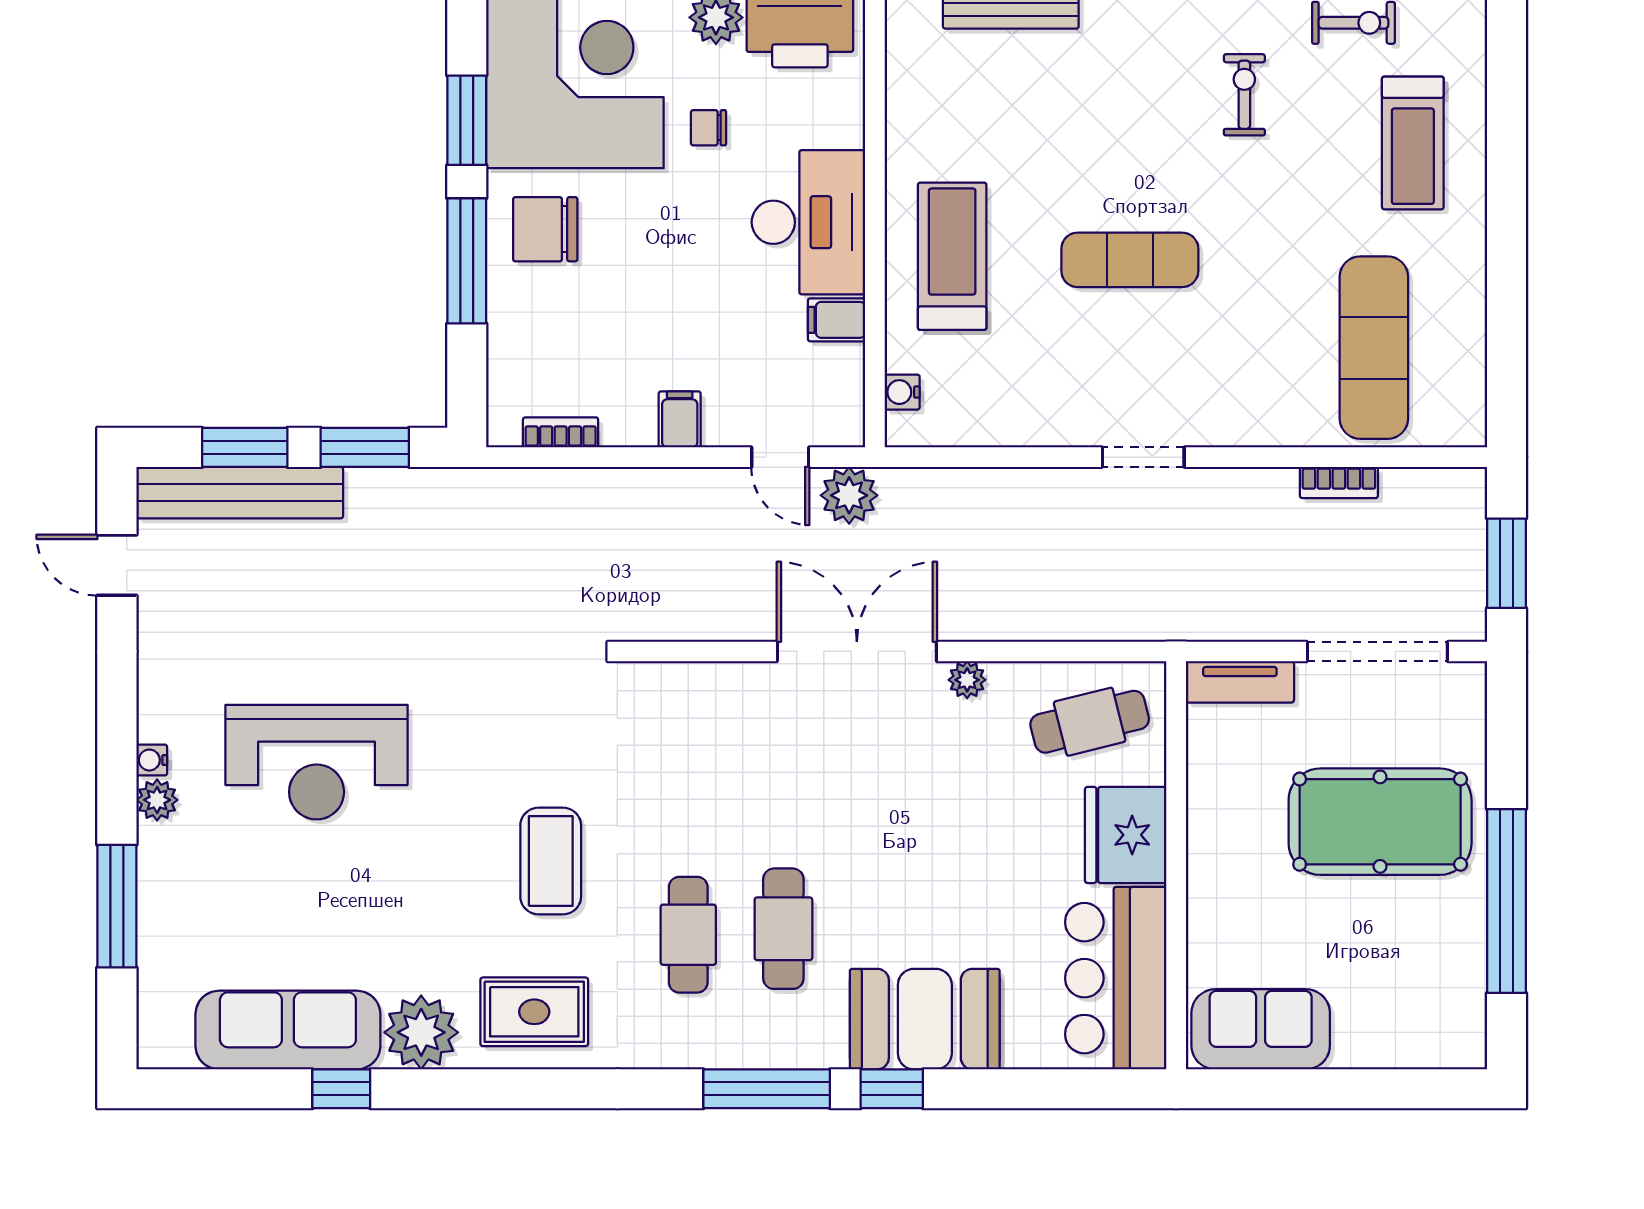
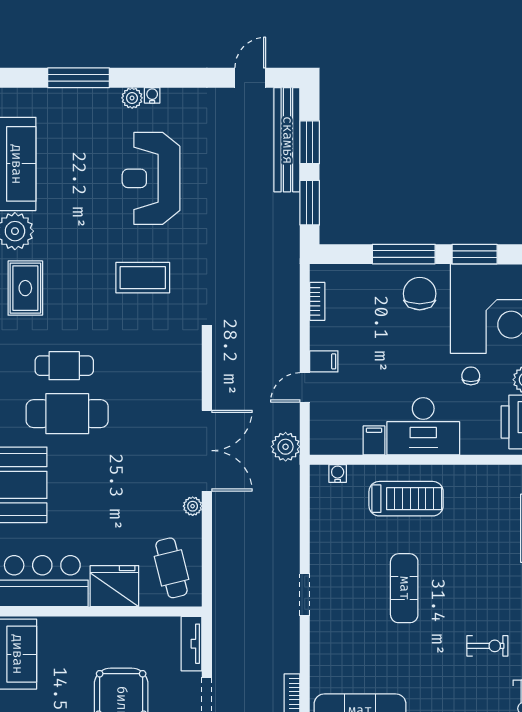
door: (780, 457) -> (305, 387), moved
coffee table: (551, 861) -> (143, 278), moved
cafe table: (783, 929) -> (67, 414), width x1.37, depth x1.35

